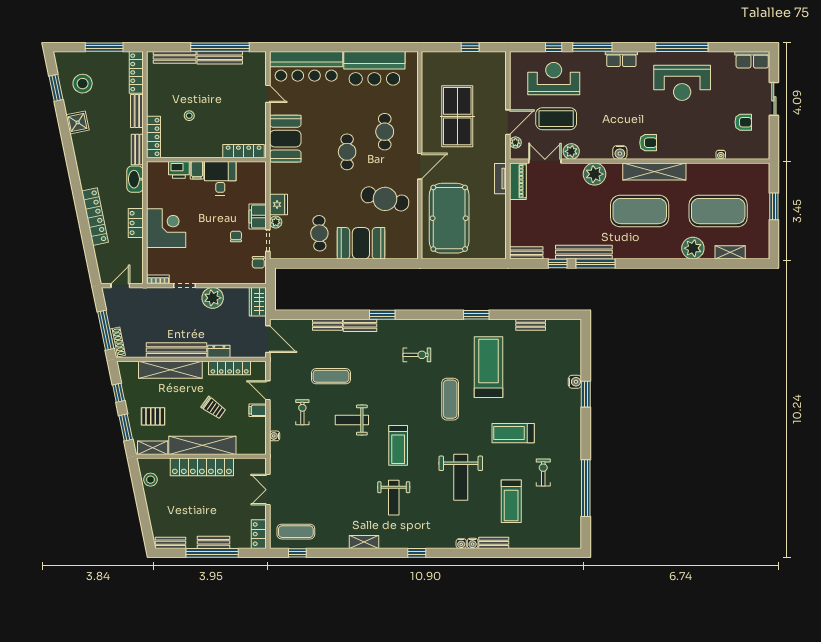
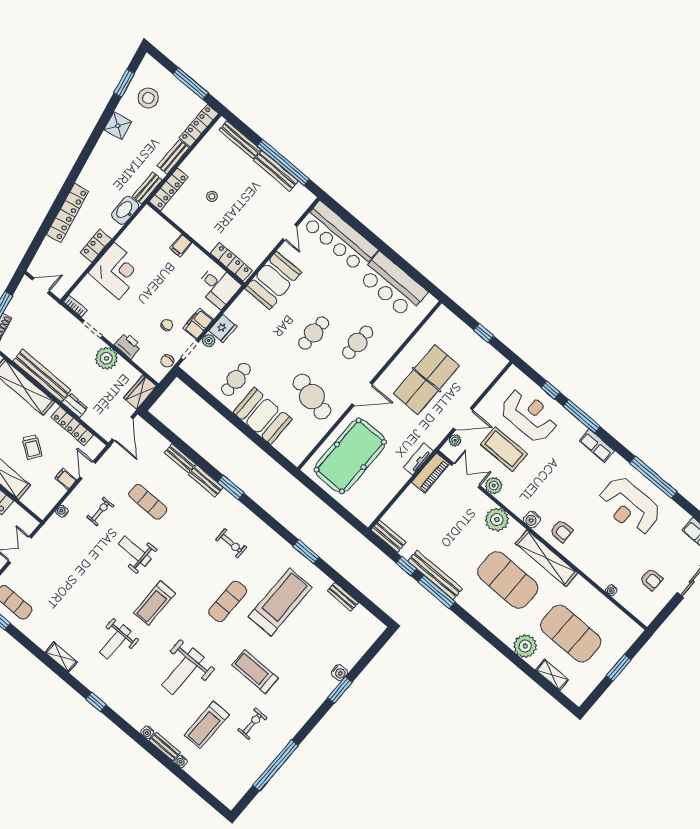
printer: (179, 170) -> (128, 346), moved, turned 180
desk: (220, 178) -> (218, 286), moved, turned 90
water cooler: (461, 544) -> (181, 761), moved

